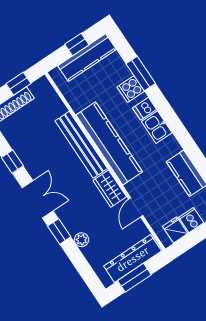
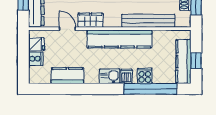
window: (141, 74) -> (150, 89), width x2.11
bench: (81, 145) -> (148, 21), moved

